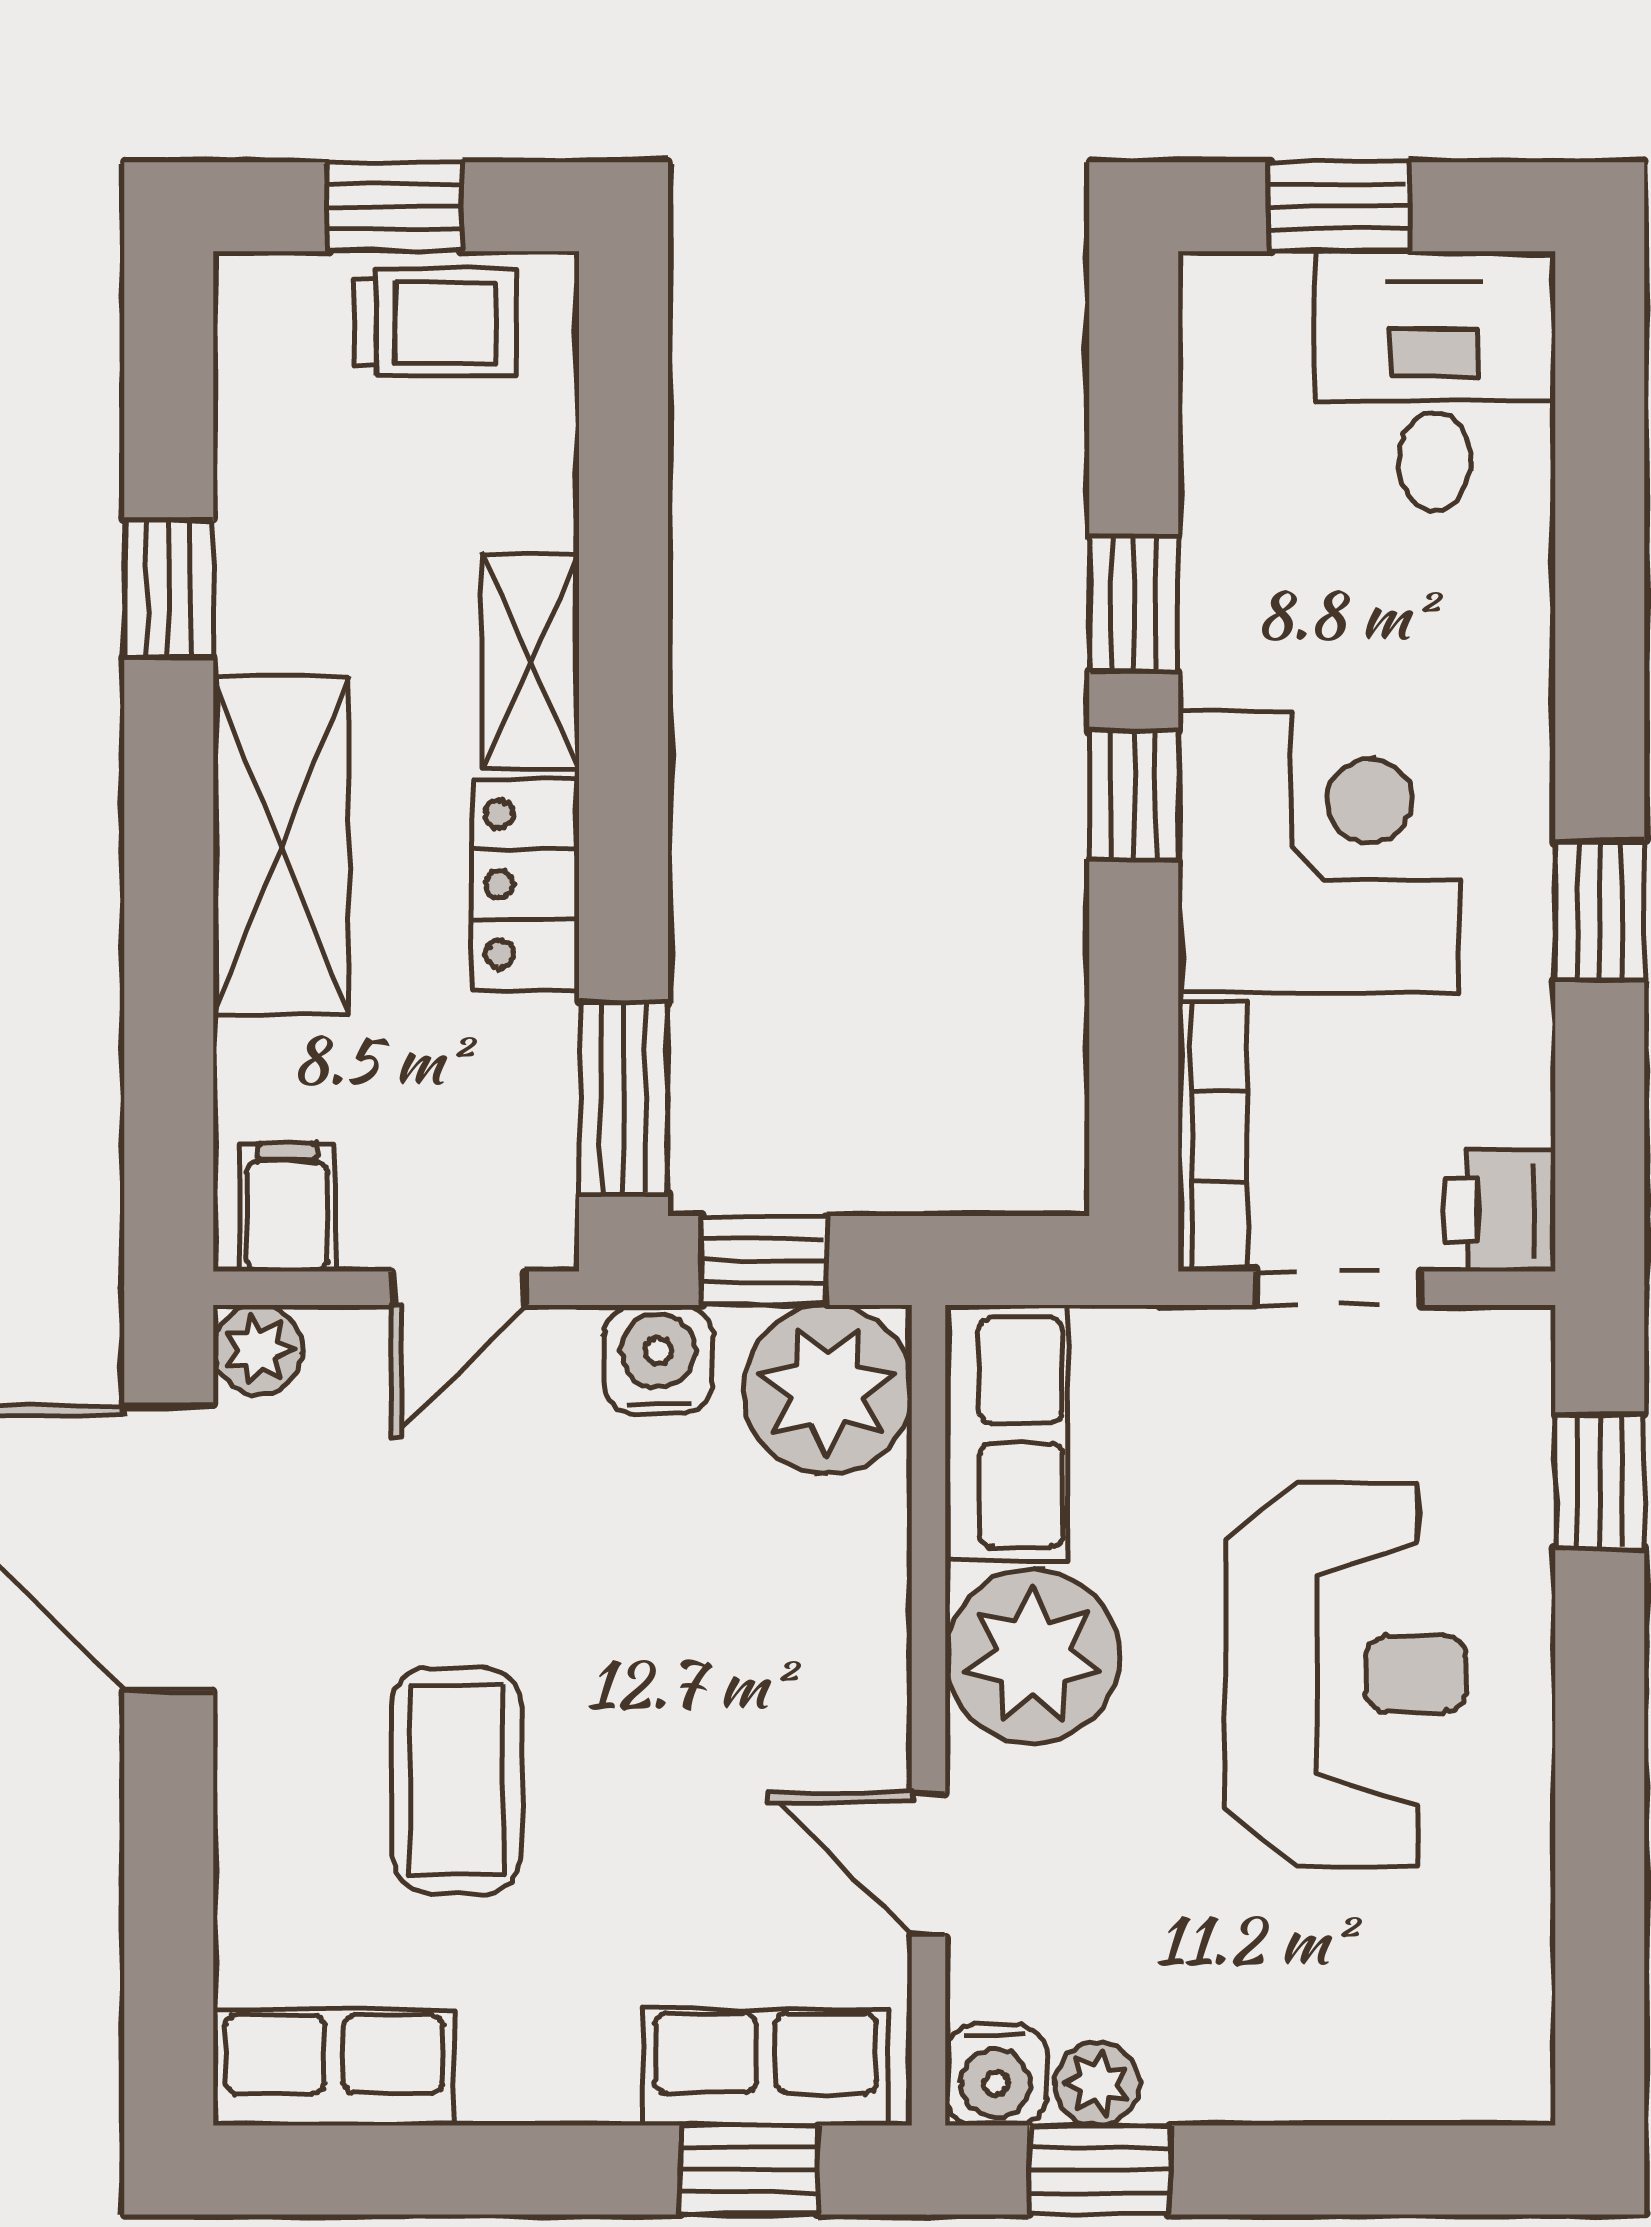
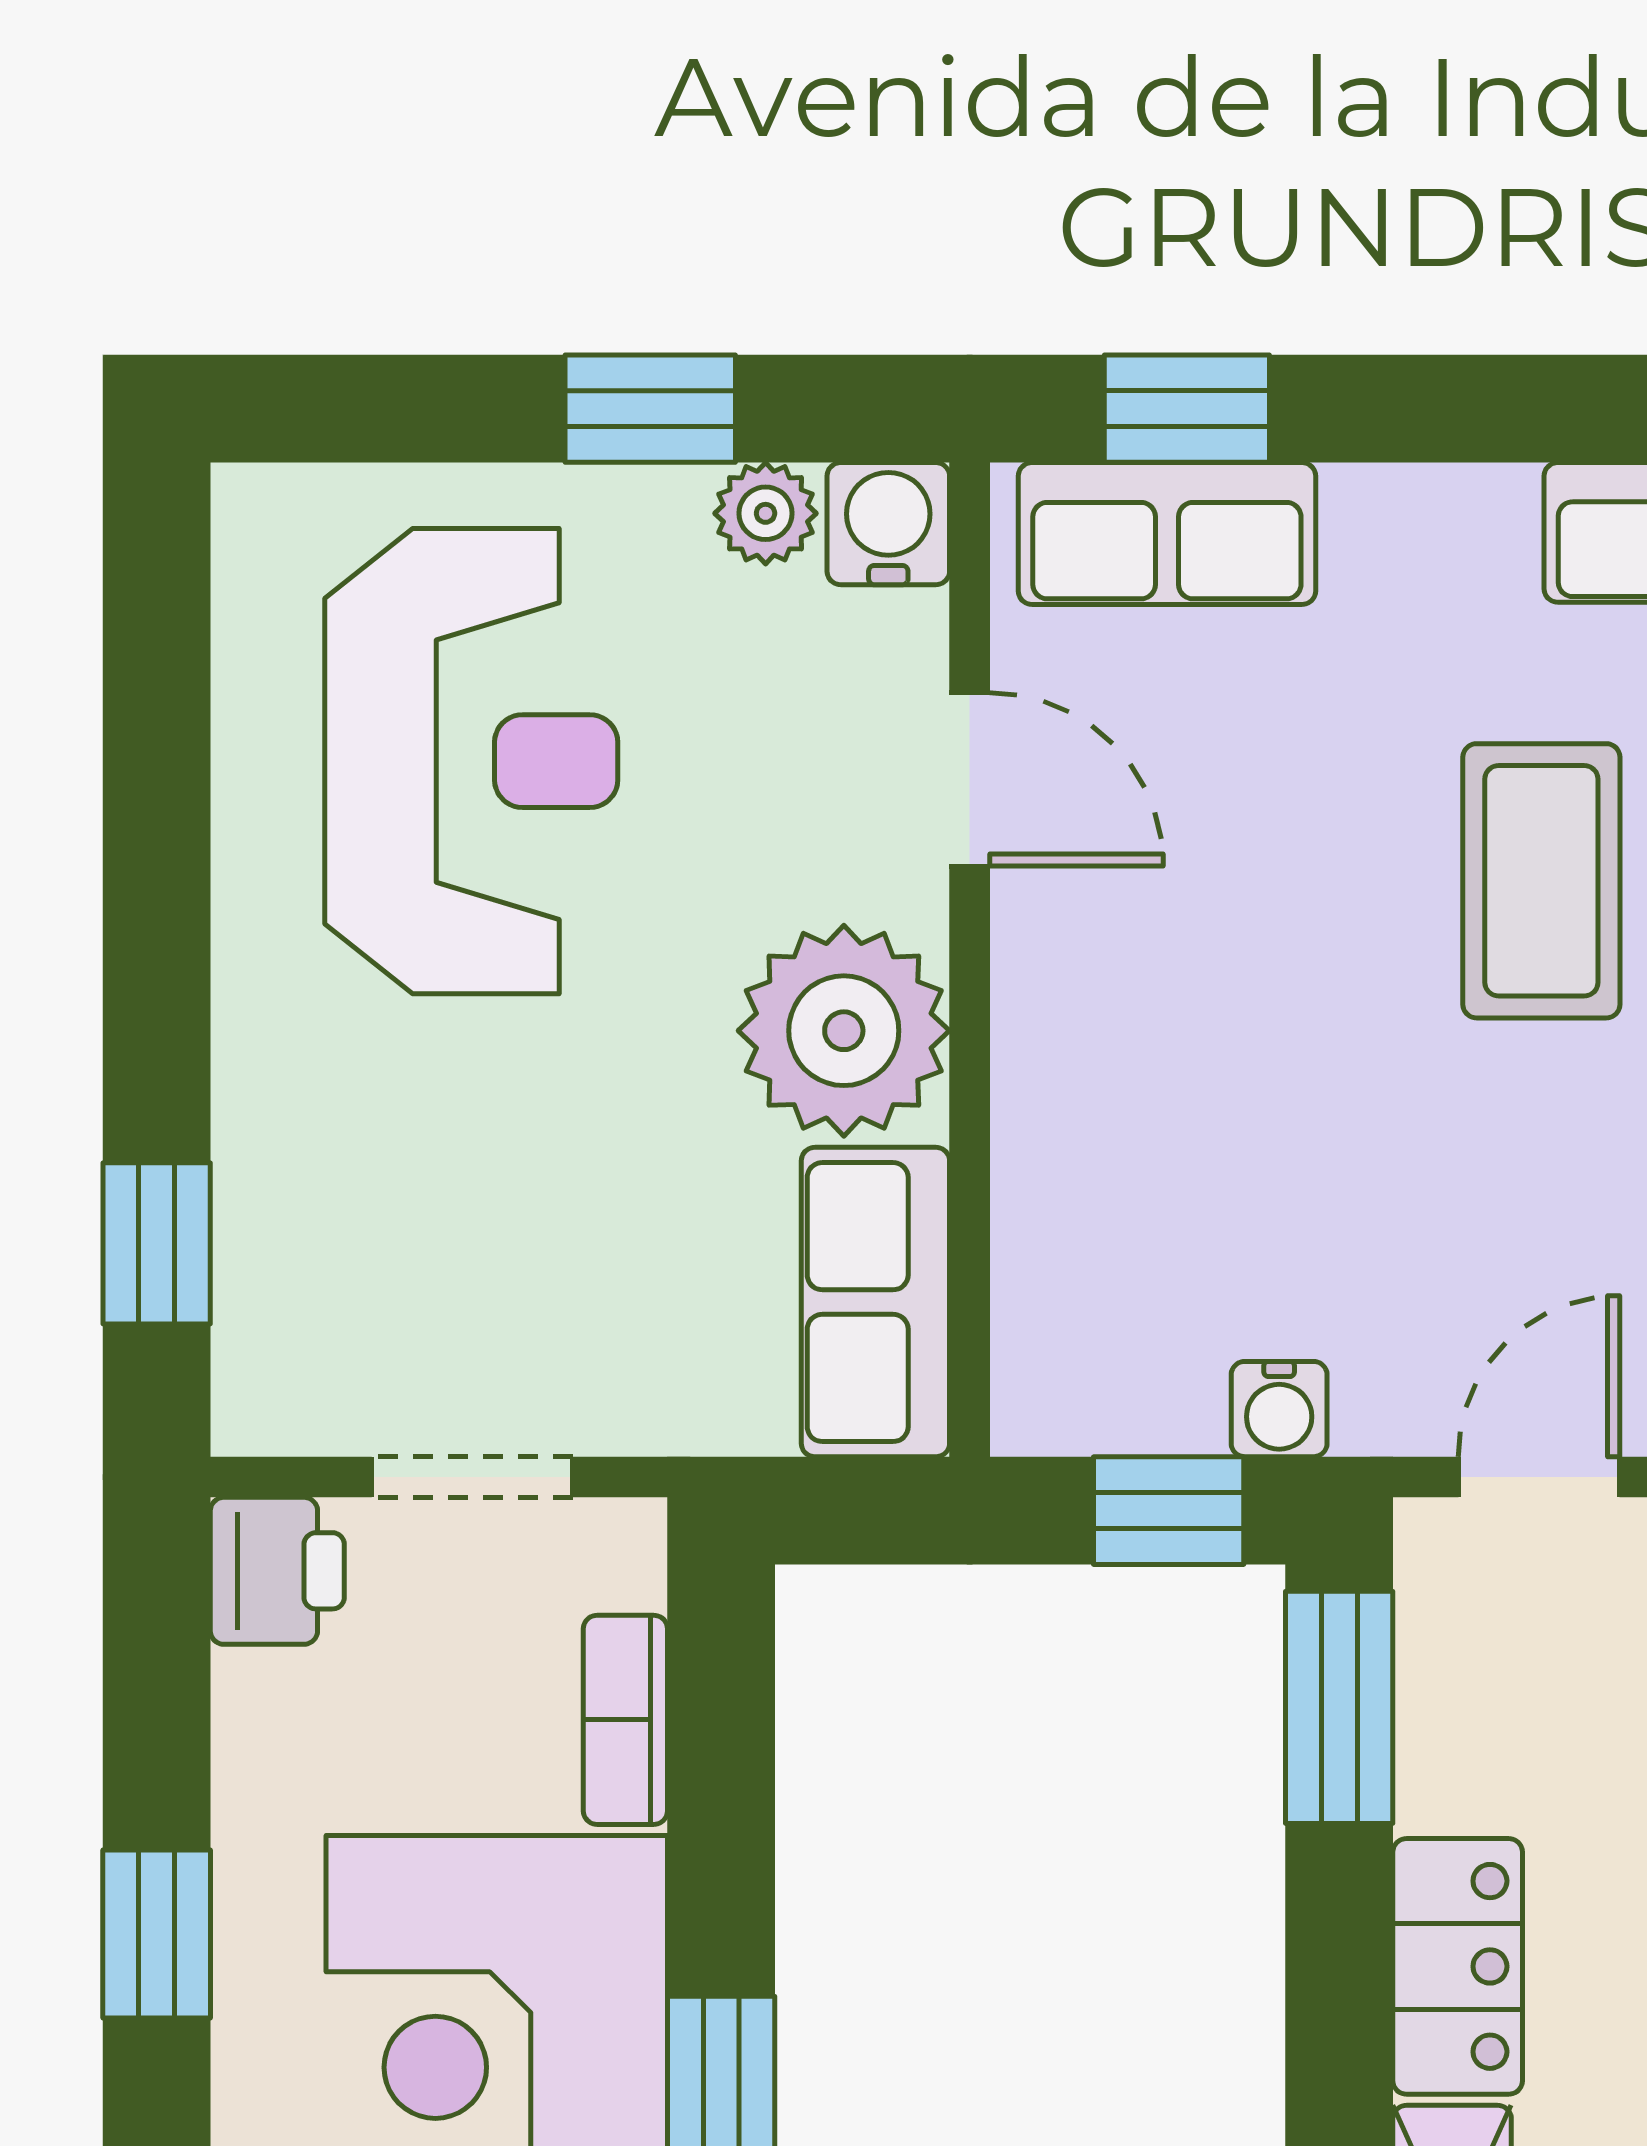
bookcase: (1213, 1136) -> (625, 1720), width x0.64
water cooler: (658, 1359) -> (1279, 1409), width x0.72, depth x0.72
plant: (827, 1390) -> (1092, 1354), removed
reception desk: (1346, 1674) -> (471, 761), moved, turned 180
window: (1099, 2170) -> (650, 409), moved

